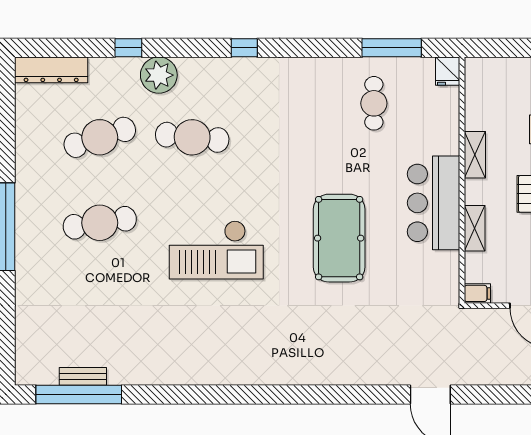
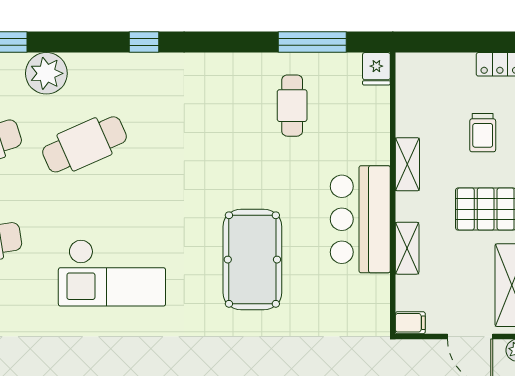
cafe table: (192, 137) -> (84, 144), turned -30

